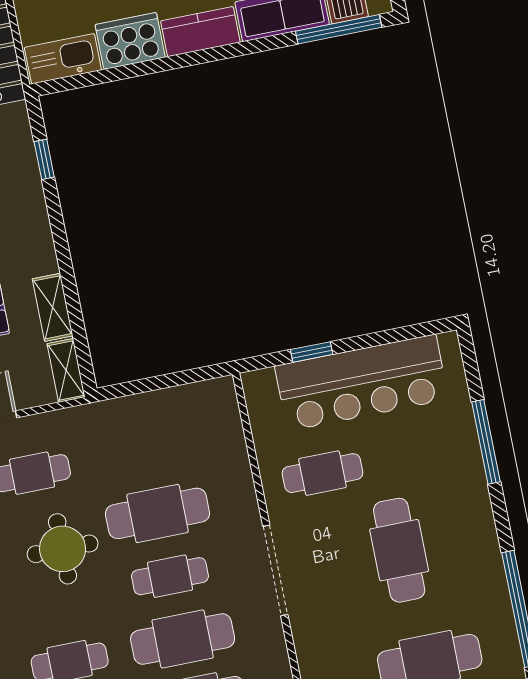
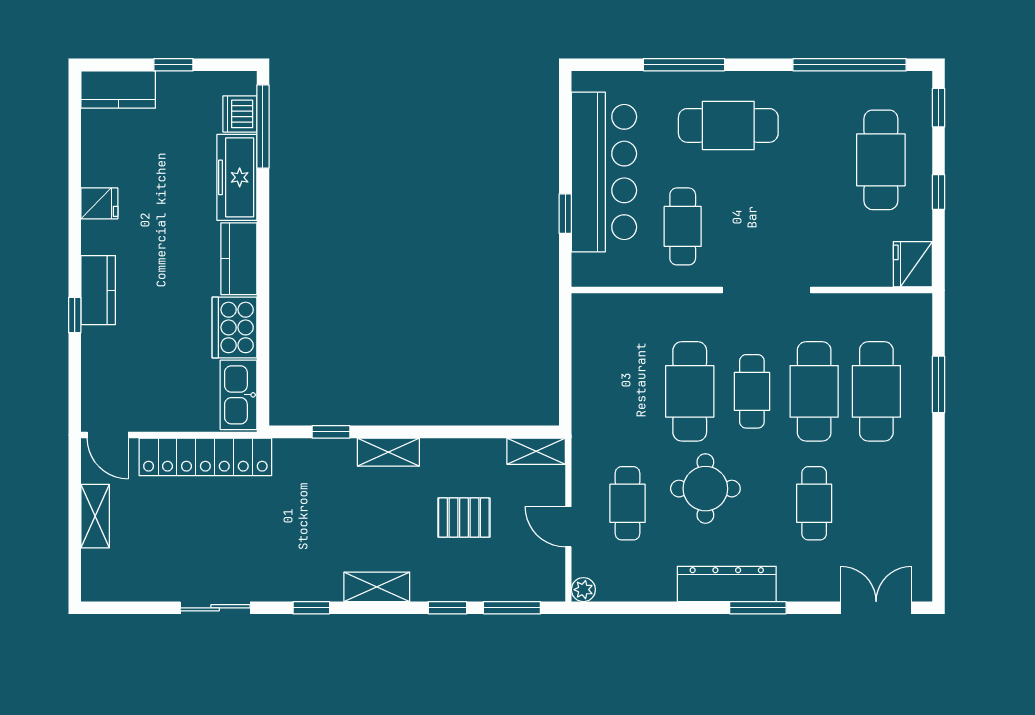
shelving: (53, 307) -> (388, 452), moved
cafe table: (399, 550) -> (728, 125), moved

